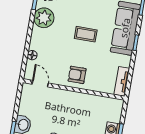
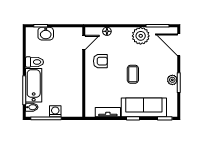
armchair: (77, 75) -> (100, 61), moved, turned 90
tv unit: (122, 81) -> (108, 112), moved

